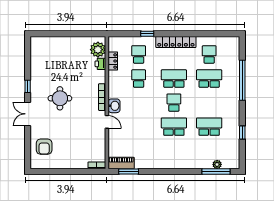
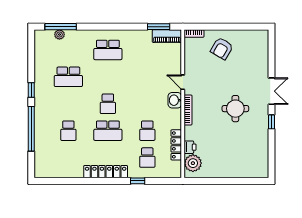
school desk: (209, 55) -> (68, 158), removed
locker: (113, 61) -> (176, 145), width x1.53
school desk: (209, 79) -> (68, 131), width x0.54
school desk: (174, 127) -> (108, 50), moved
window: (242, 132) -> (31, 90), moved
armchair: (44, 147) -> (222, 48), moved, turned -150

